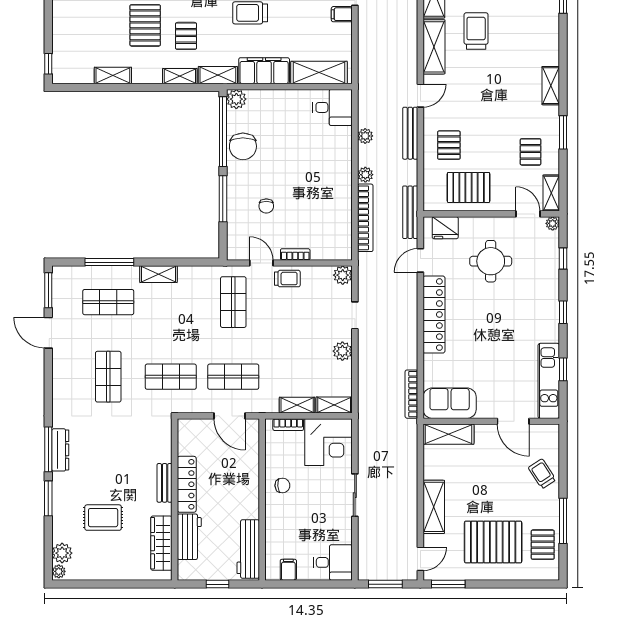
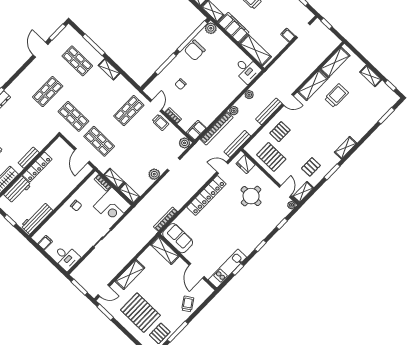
filing cabinet: (342, 245) -> (196, 130), added

